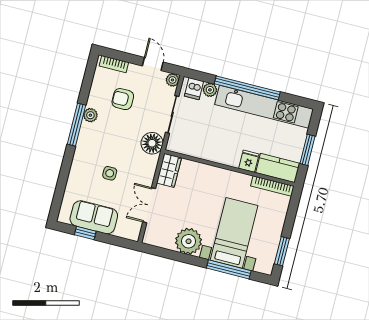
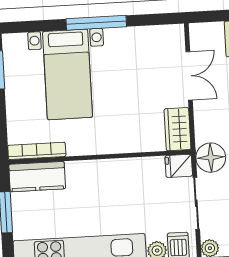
fridge: (249, 161) -> (179, 166), moved, turned 90
plant: (189, 241) -> (123, 45), removed
window: (229, 269) -> (96, 23), moved

